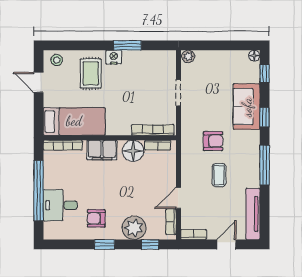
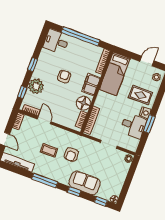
desk: (139, 67) -> (133, 126), added
desk: (60, 205) -> (56, 41), moved, turned -90
armchair: (96, 218) -> (64, 77), moved

